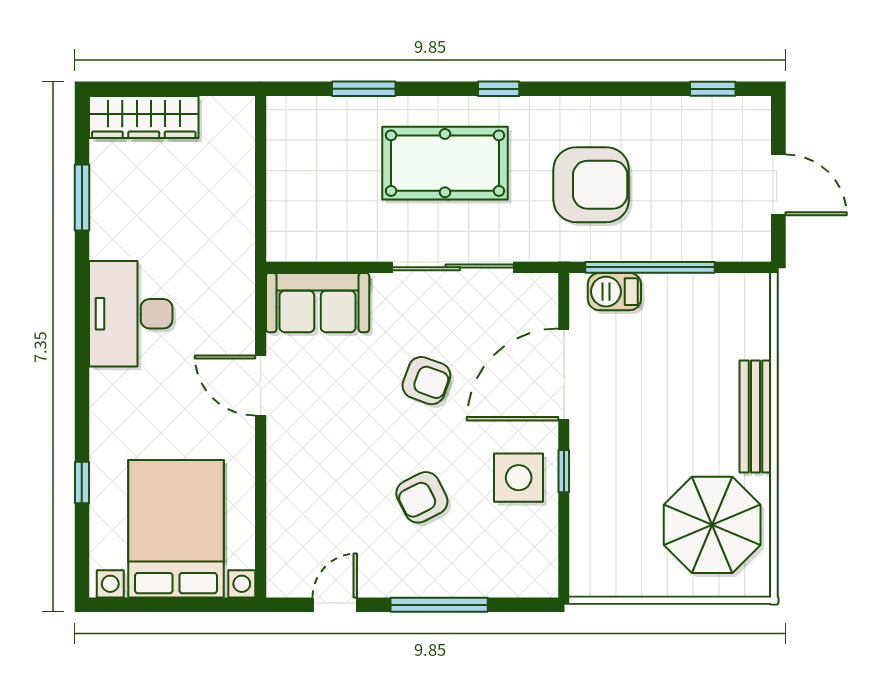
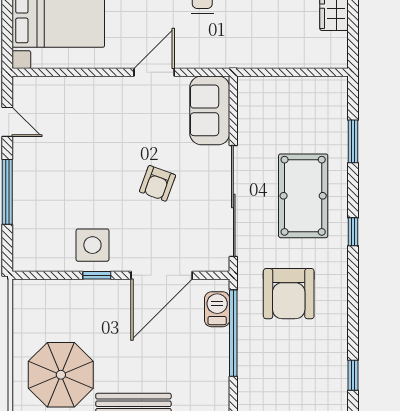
sliding door: (453, 267) -> (233, 201), width x1.36
door: (564, 374) -> (162, 275), swing flipped
armchair: (422, 497) -> (79, 180), removed

